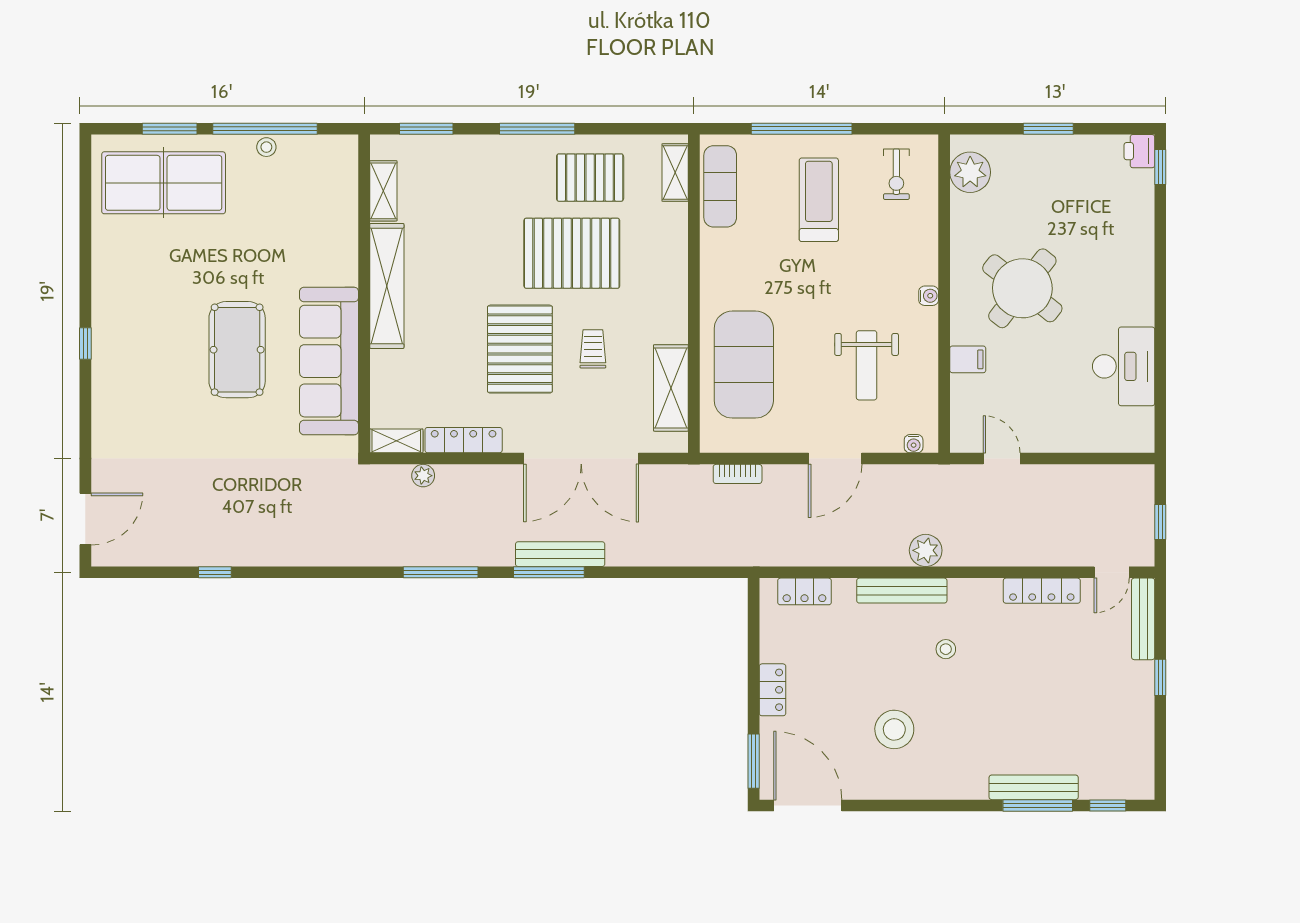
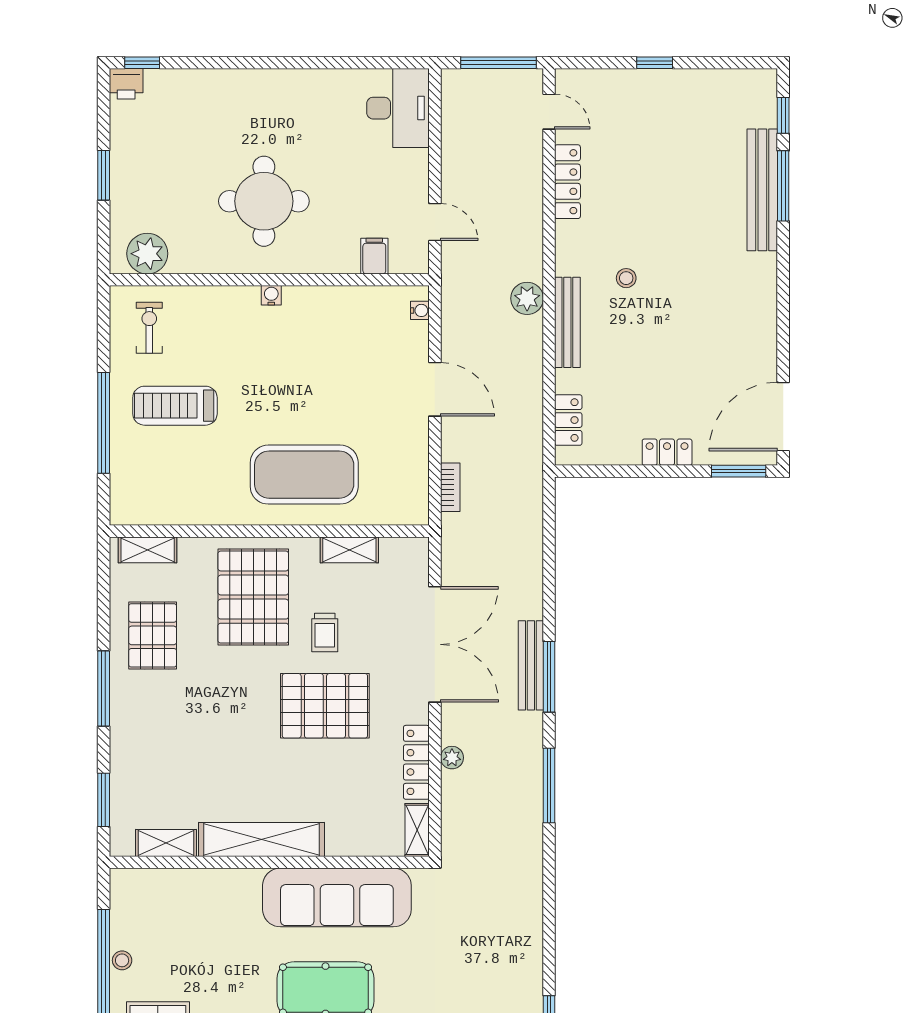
exercise bike: (896, 174) -> (149, 328), turned -90
exercise mat: (720, 186) -> (162, 505), removed
pallet: (572, 253) -> (253, 597), moved
round table: (1022, 288) -> (264, 201), turned -38
trolley: (593, 349) -> (325, 633), turned -90
filing cabinet: (968, 359) -> (374, 256), moved
exercise mat: (744, 365) -> (304, 475), moved
weight bench: (867, 365) -> (341, 358), removed
desk: (1124, 366) -> (398, 108), moved, turned 90
shelving: (671, 388) -> (349, 550), width x0.67, depth x0.75
door: (1002, 459) -> (435, 222), swing flipped
plant: (423, 476) -> (452, 758), moved
window: (1160, 522) -> (499, 63), width x2.17
bench: (1143, 619) -> (596, 80), removed
stool: (894, 729) -> (707, 330), removed
bench: (1034, 787) -> (762, 190), width x1.37, depth x1.21

